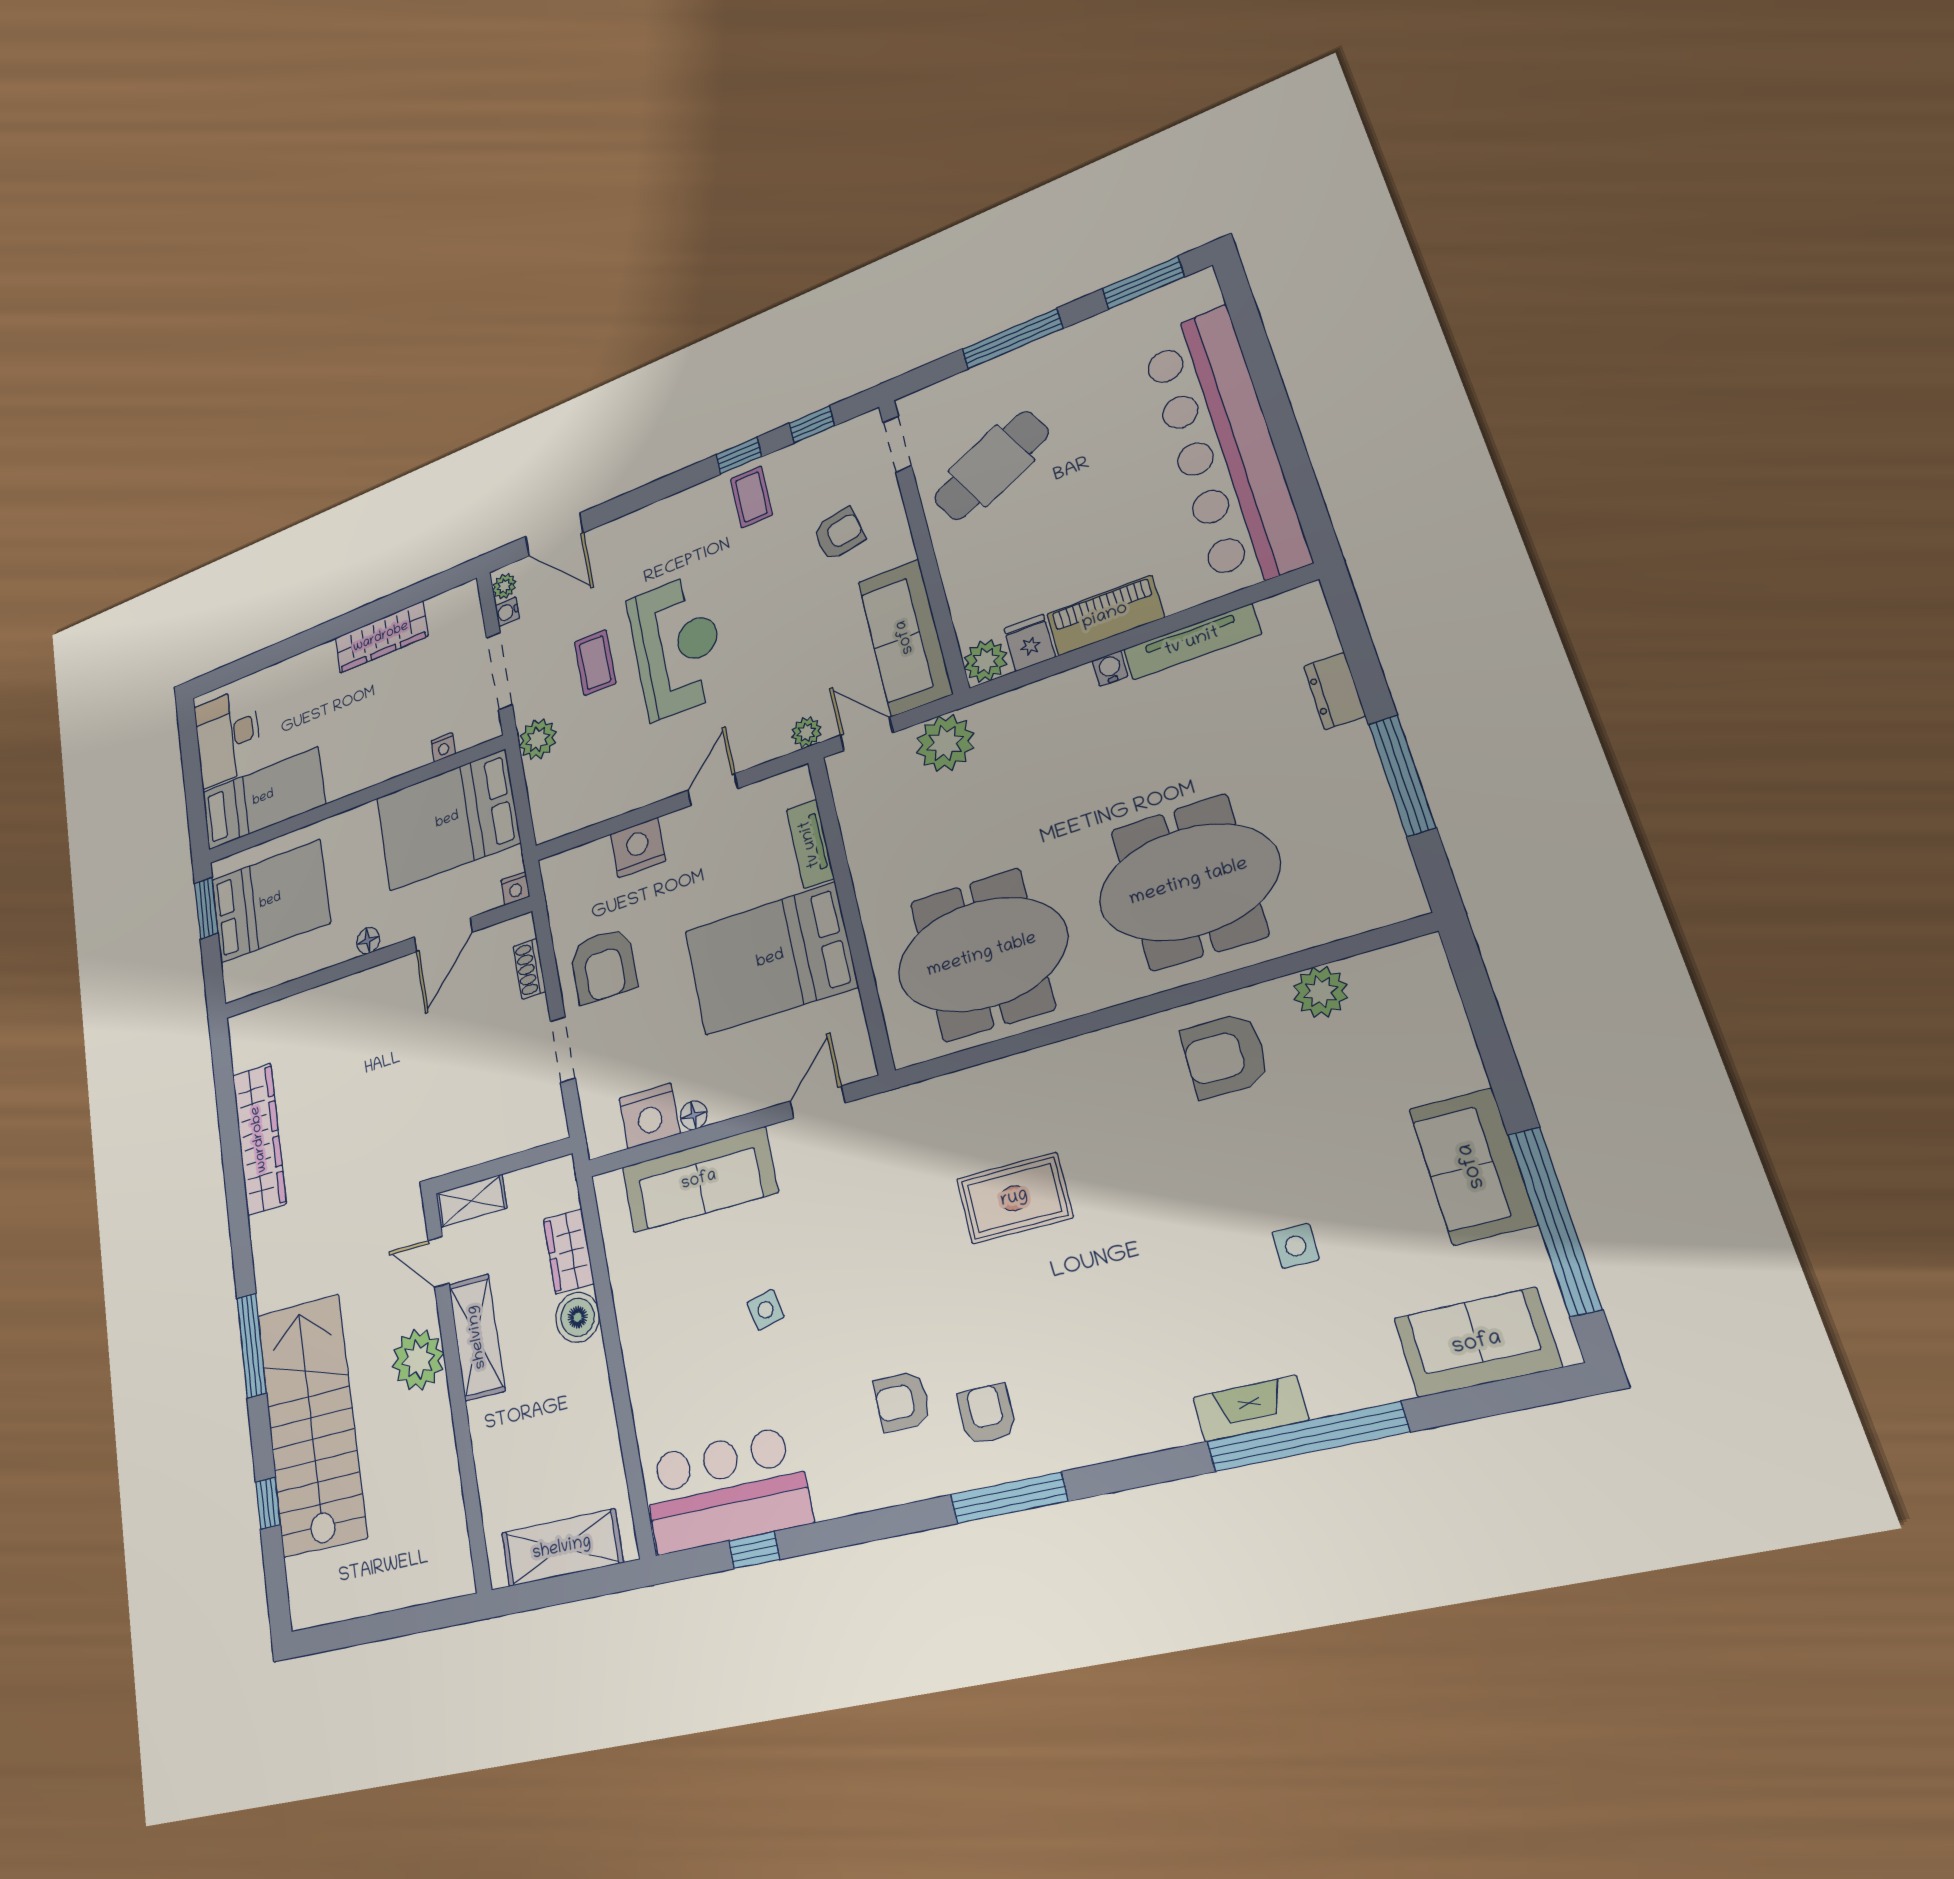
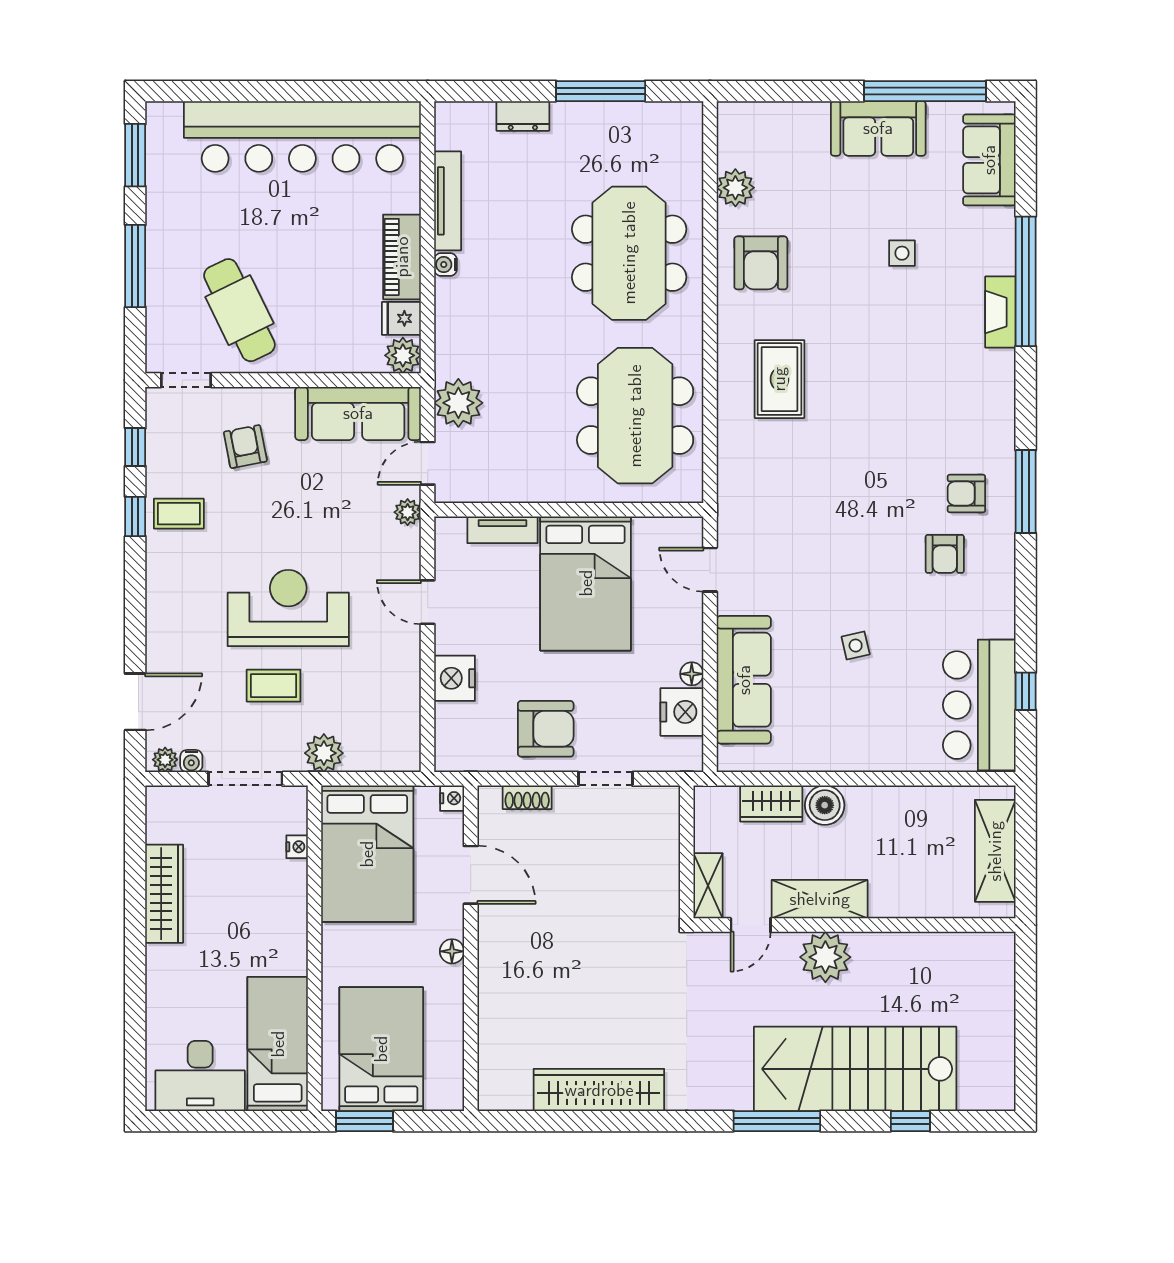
rug: (1014, 1198) -> (779, 379), moved

